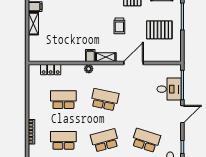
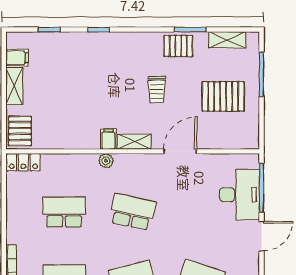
pallet: (37, 51) -> (20, 131), added
locker: (51, 70) -> (23, 162), moved
desk: (169, 89) -> (239, 195), width x1.37

